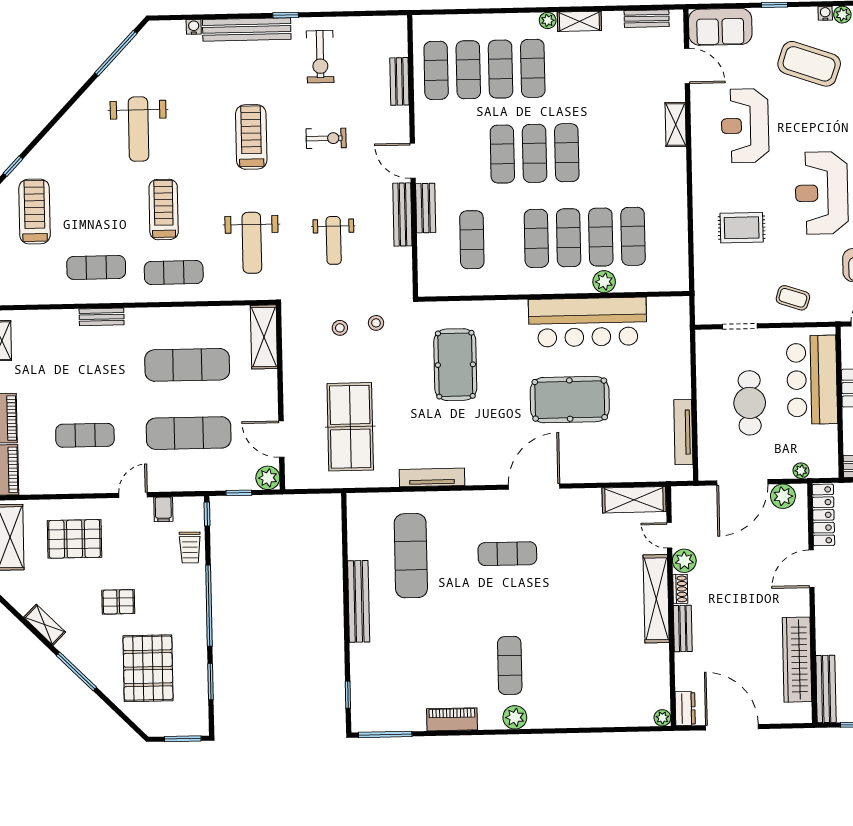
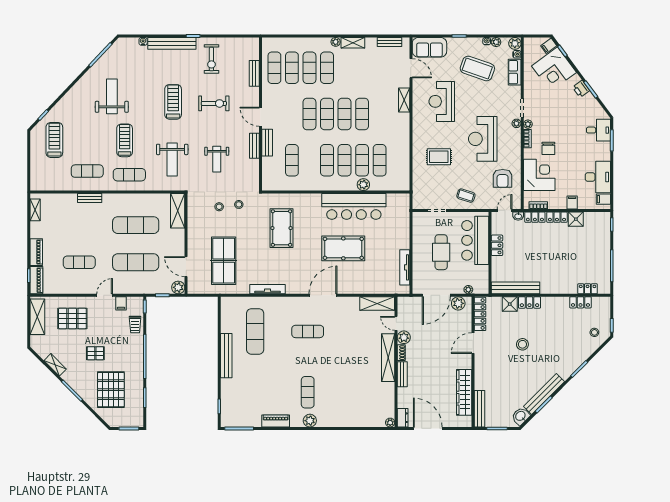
weight bench: (138, 129) -> (112, 96), turned 180
exercise bike: (326, 138) -> (214, 103), width x1.38, depth x1.39
exercise mat: (599, 152) -> (362, 114), added
bench: (402, 214) -> (254, 146), width x0.73

